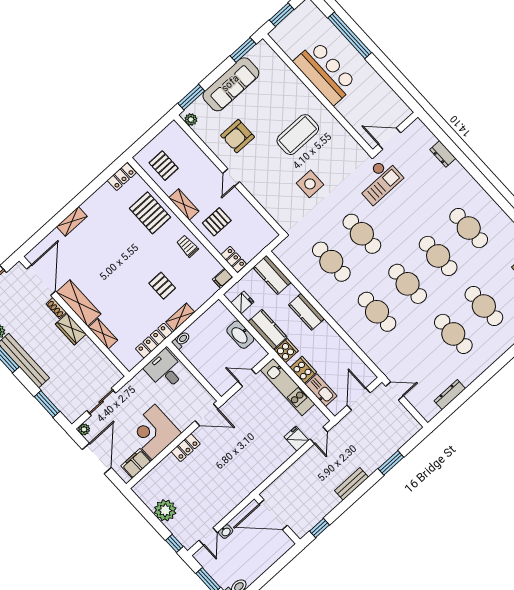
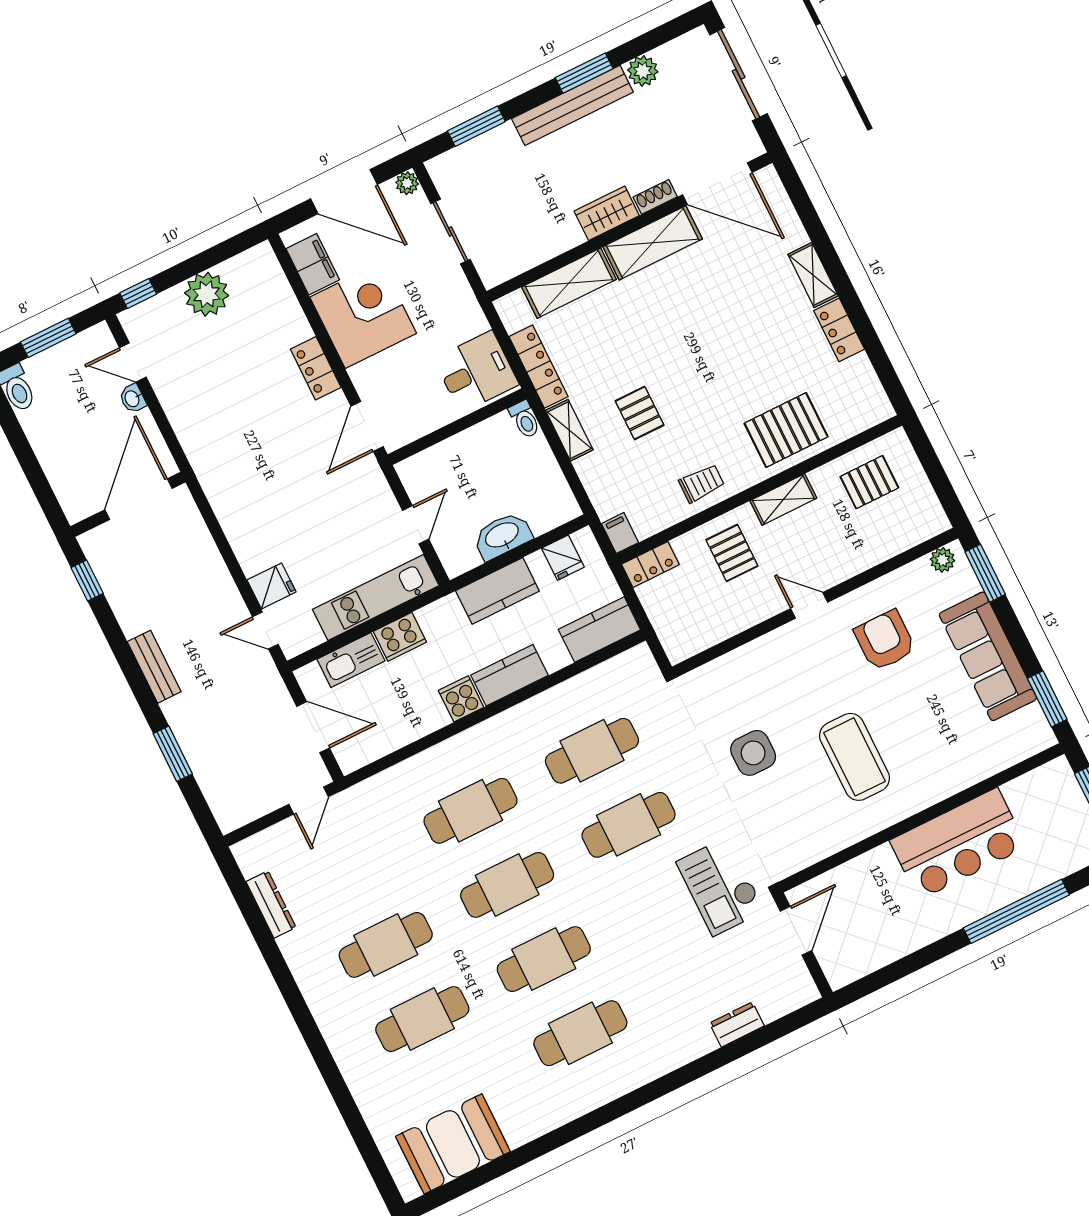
locker: (122, 176) -> (839, 330), moved
pallet: (162, 286) -> (640, 413), turned 90
shelving: (103, 334) -> (569, 283), width x1.50, depth x1.33
cooker: (286, 351) -> (461, 699), moved, turned 180

